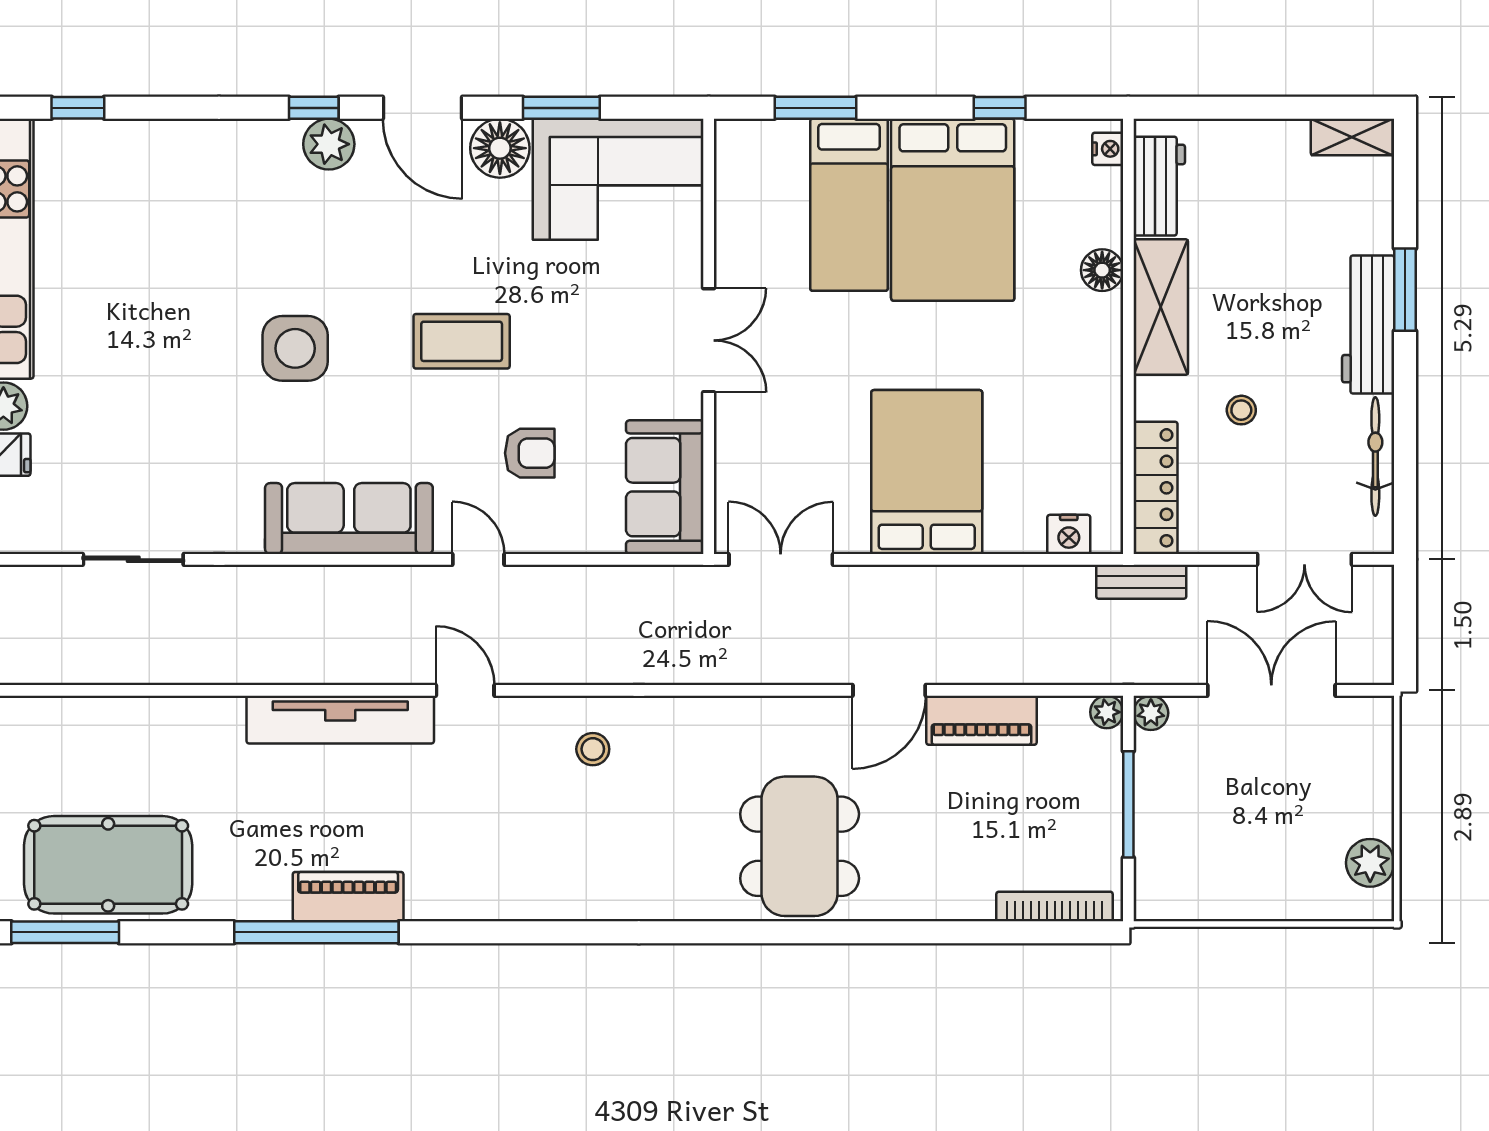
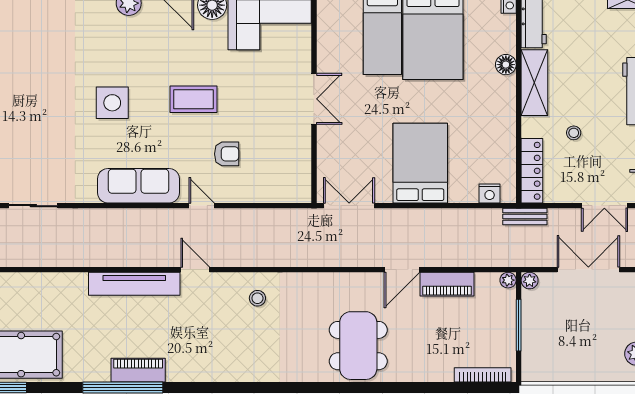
sofa: (665, 487) -> (293, 170), removed

